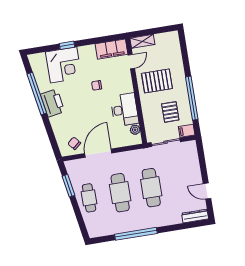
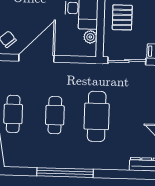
pallet: (170, 112) -> (122, 17), moved
cafe table: (120, 193) -> (55, 115), width x0.73, depth x0.74

